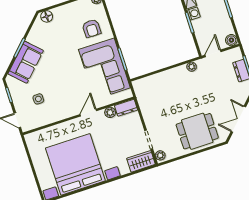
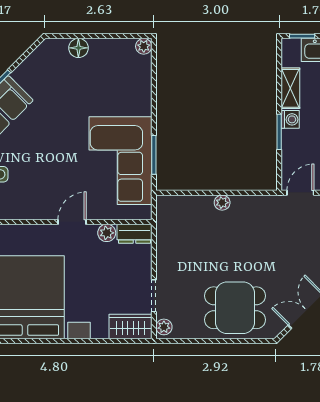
floor lamp: (47, 16) -> (78, 48), moved
armchair: (92, 28) -> (121, 90), removed
plant: (192, 67) -> (222, 203), moved

